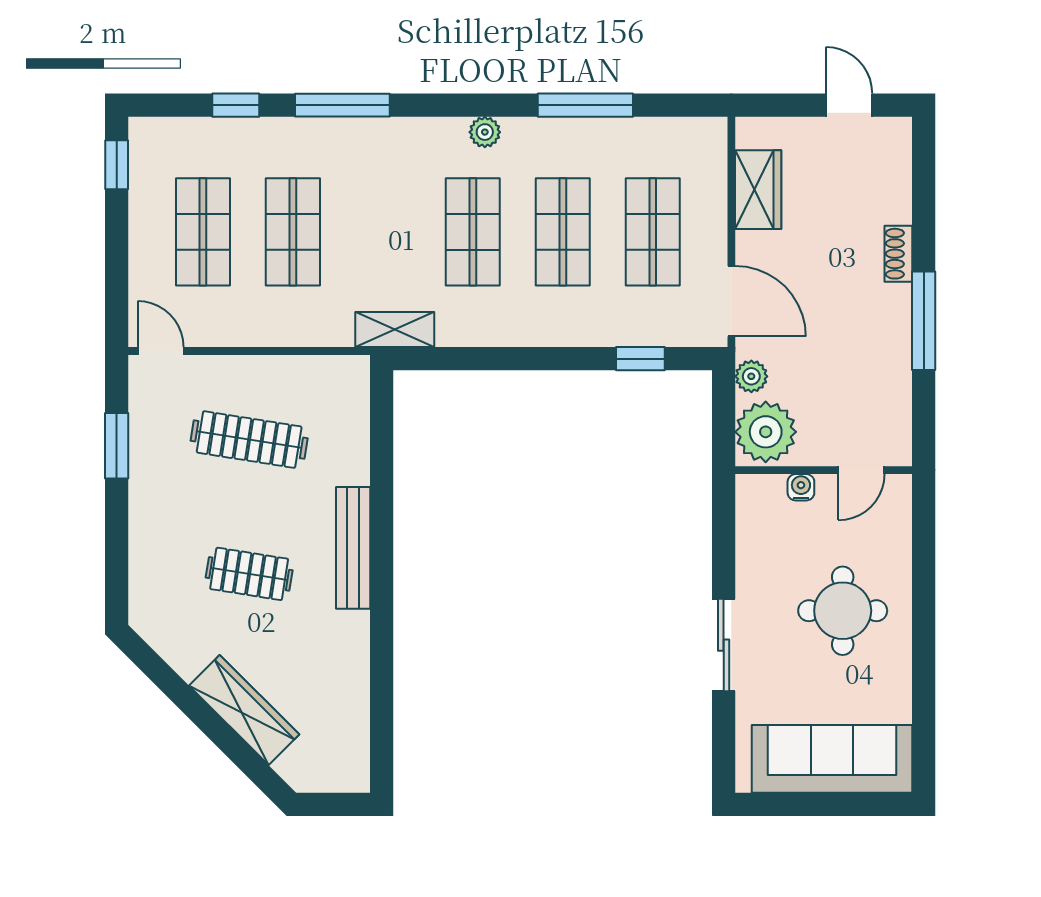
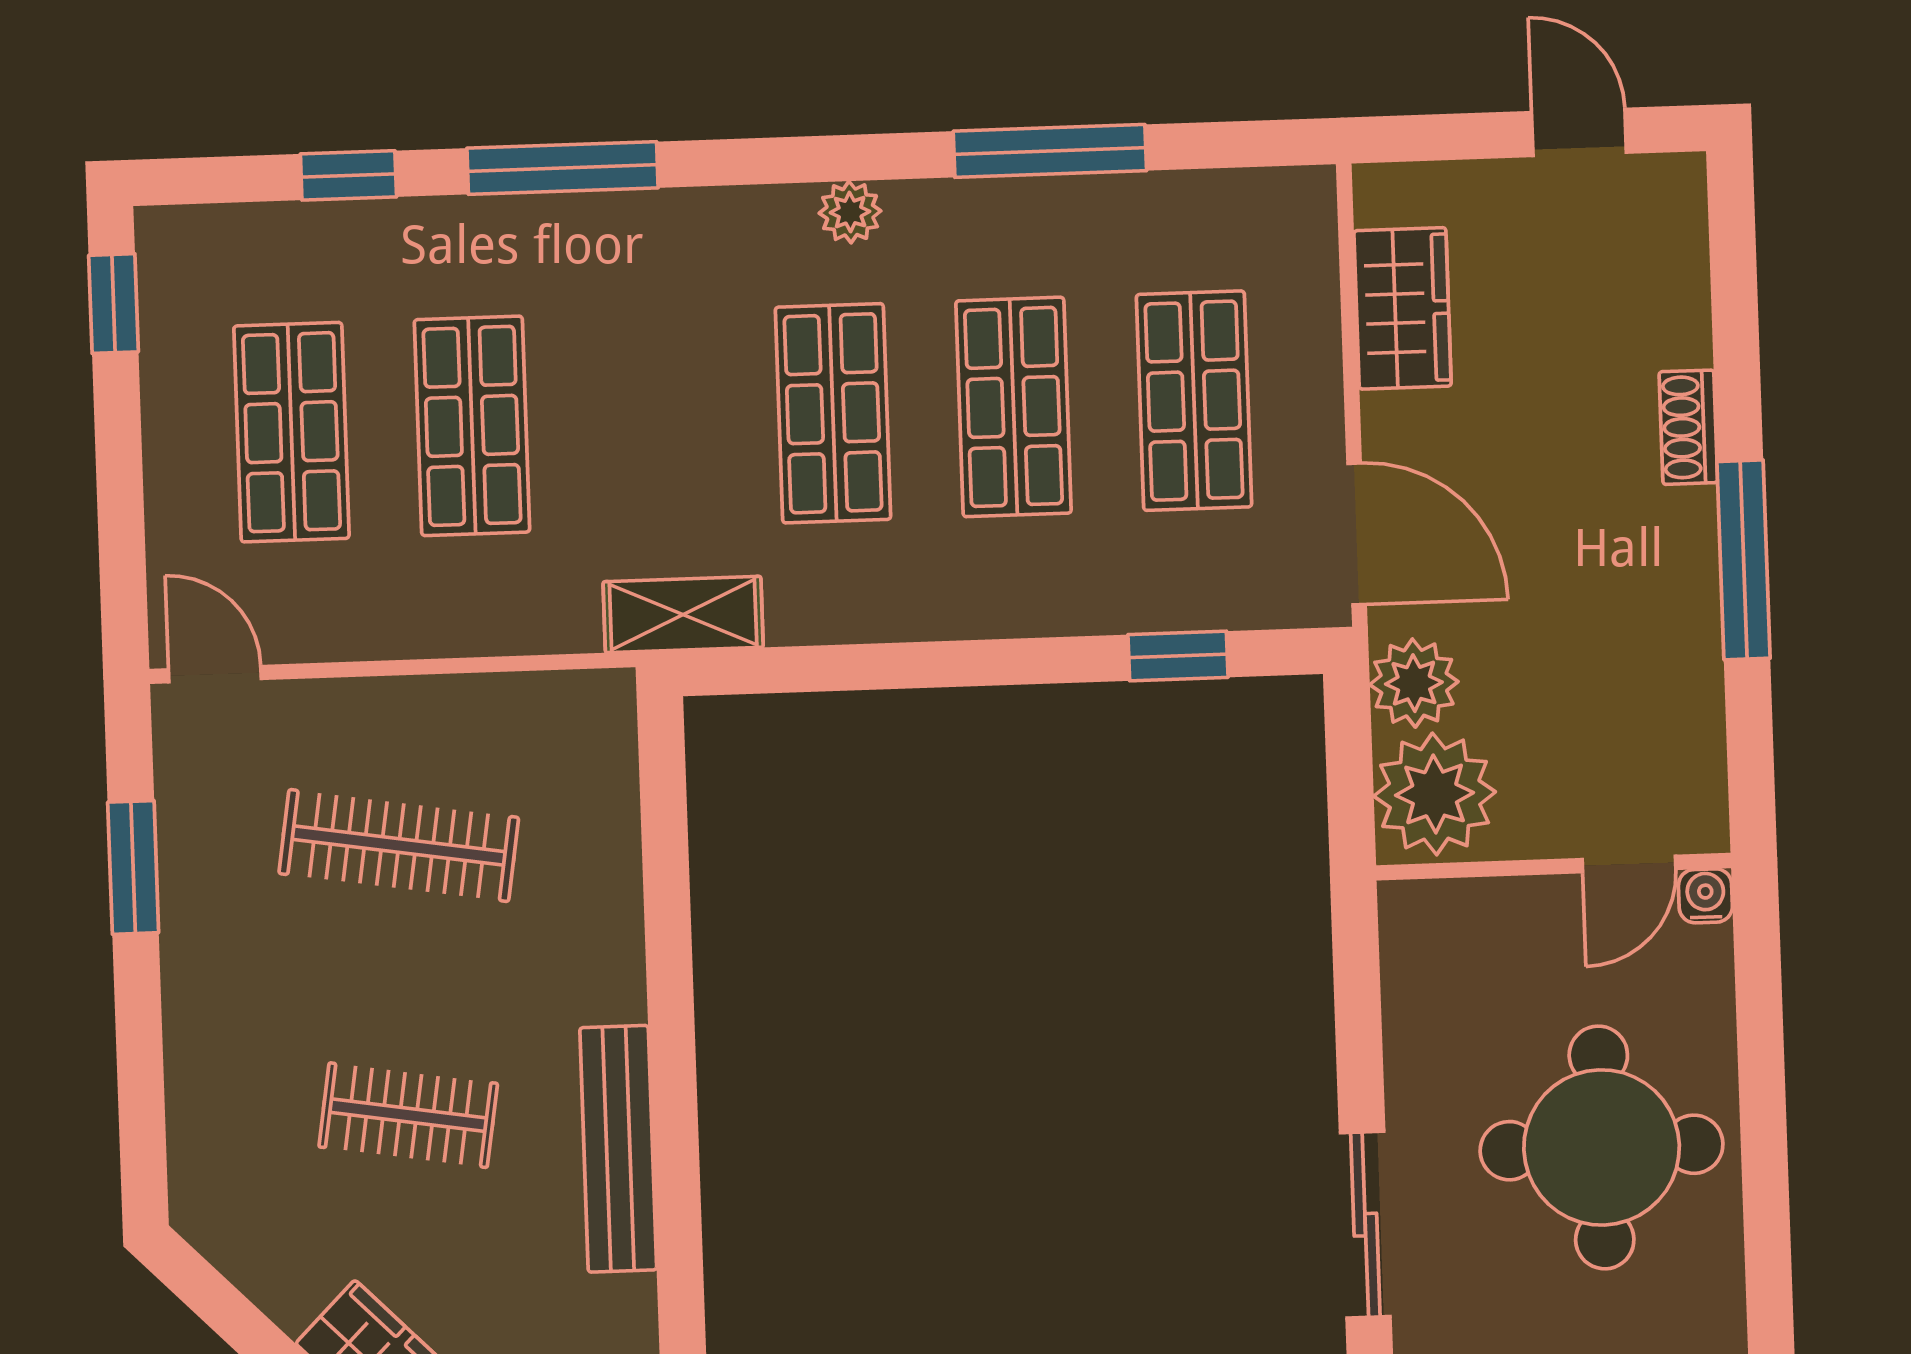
plant: (751, 376) -> (1414, 683), width x1.38, depth x1.38
water cooler: (801, 487) -> (1705, 896), moved
bench: (353, 548) -> (618, 1149), moved
round table: (843, 611) -> (1602, 1147), width x1.36, depth x1.36

